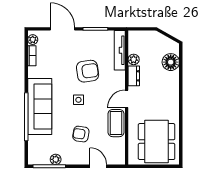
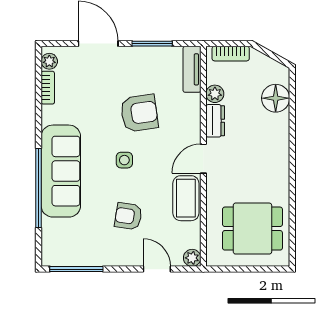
bookcase: (143, 35) -> (231, 54), added
tv unit: (120, 50) -> (192, 69), width x0.71
dining table: (157, 142) -> (252, 229), width x0.73
plant: (56, 159) -> (192, 258), moved

